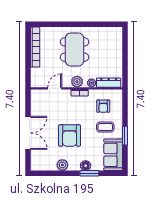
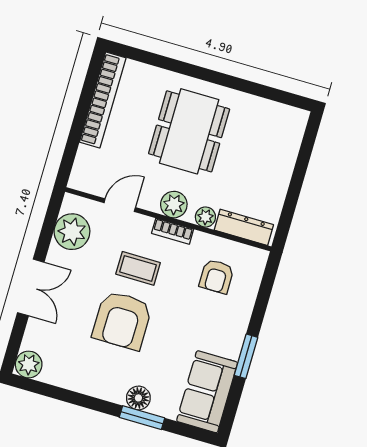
plant: (38, 105) -> (72, 232), added
coffee table: (105, 127) -> (138, 268), moved
double door: (28, 133) -> (31, 287), width x0.73
plant: (62, 165) -> (29, 365), moved

